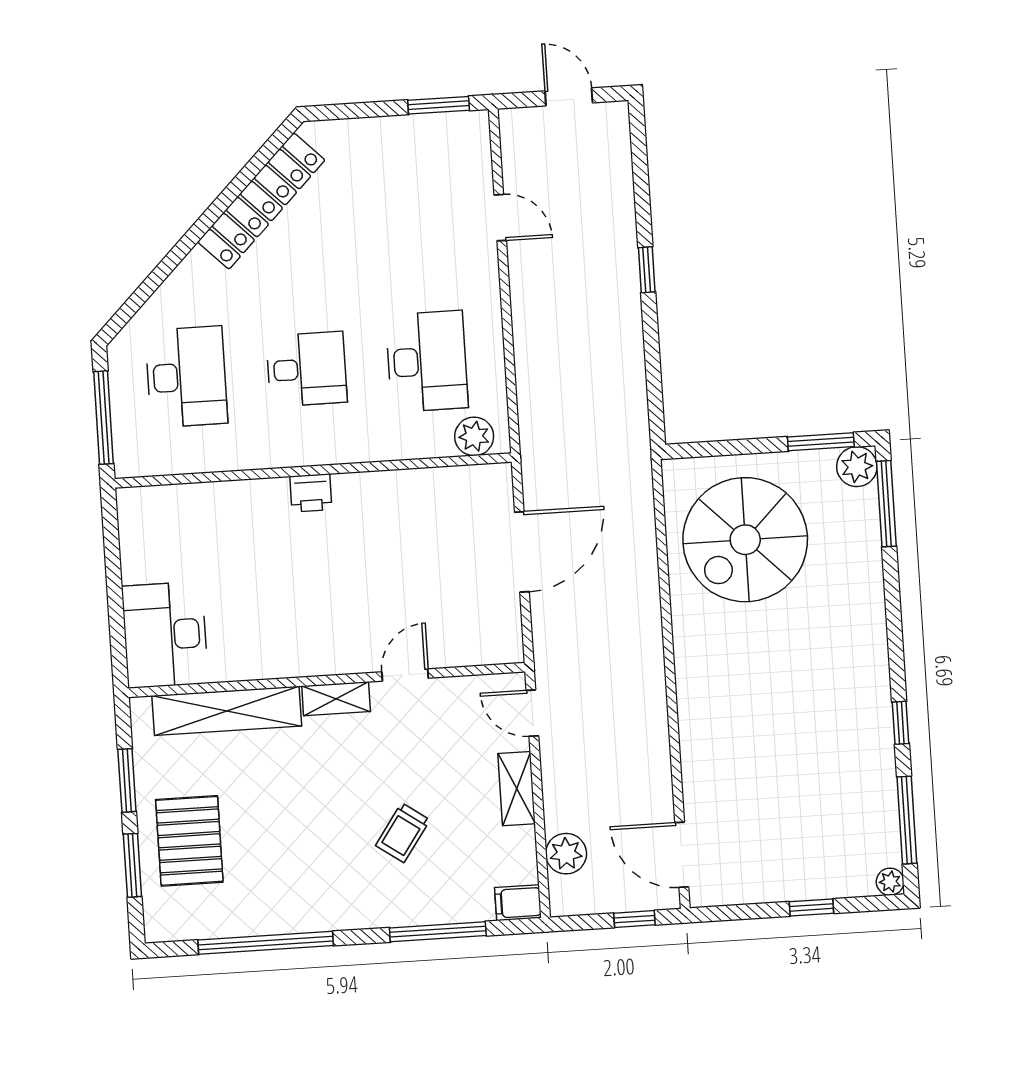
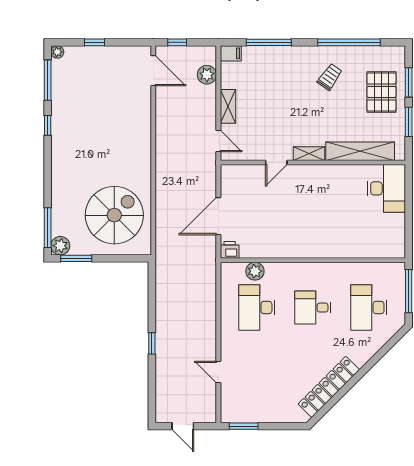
plant: (474, 436) -> (255, 271), moved
printer: (311, 493) -> (230, 250), moved
trolley: (403, 833) -> (330, 77), moved

